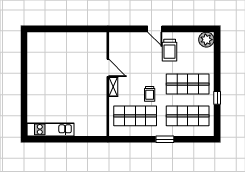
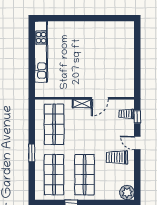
window: (127, 29) -> (137, 117), added
door: (155, 29) -> (137, 143), hinge flipped
trolley: (150, 94) -> (126, 114), moved
kitchen unit: (51, 129) -> (41, 52), width x1.36

